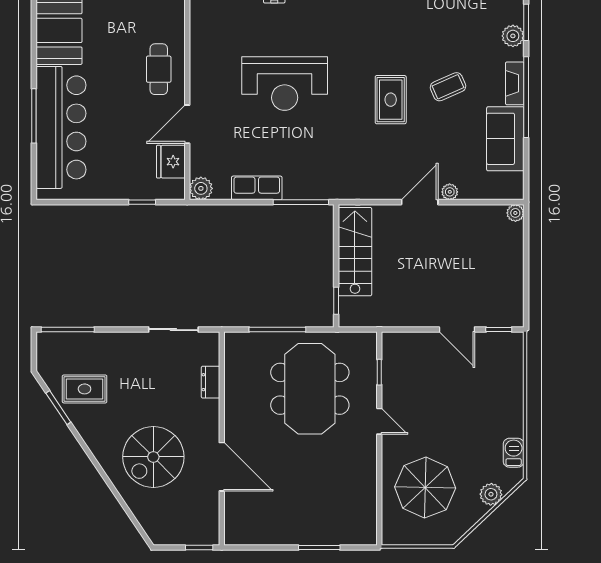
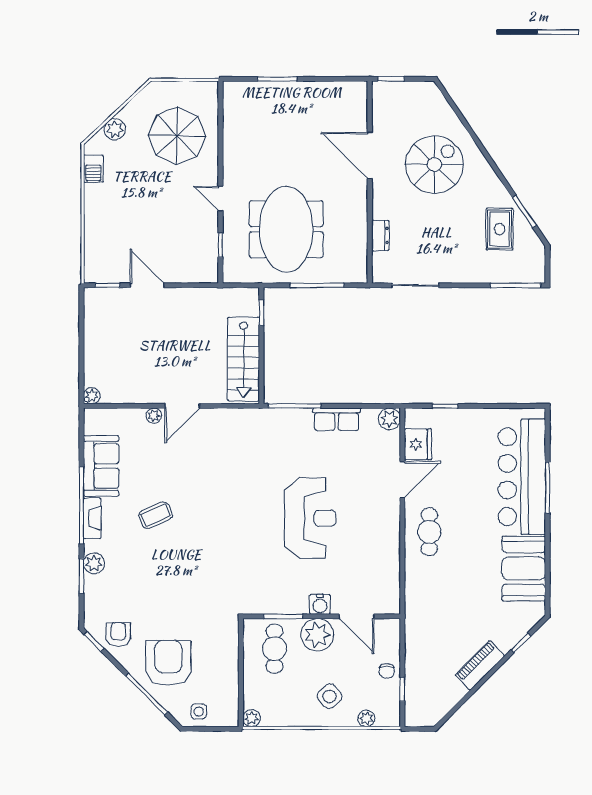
reception desk: (285, 84) -> (310, 518), turned 90
rug: (391, 100) -> (210, 503), removed
rug: (85, 389) -> (500, 229), turned 90

